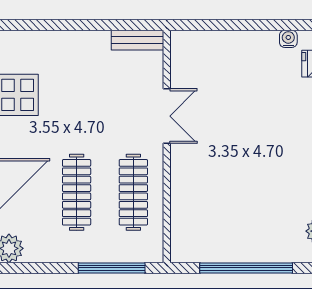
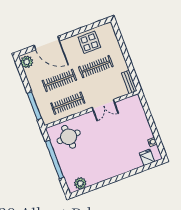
clothes rail: (77, 101) -> (96, 67), added
round table: (208, 218) -> (69, 137), added

